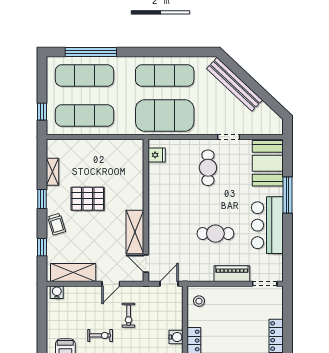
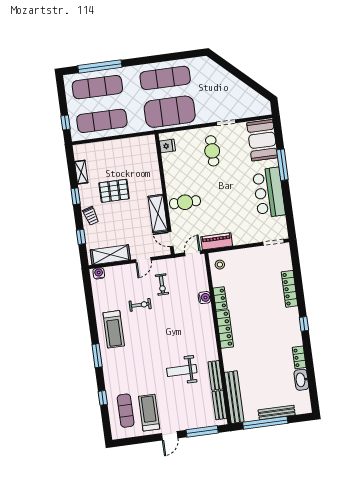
bench: (235, 84) -> (225, 77), removed
cafe table: (215, 234) -> (185, 202), moved
piano: (232, 274) -> (217, 241), moved

